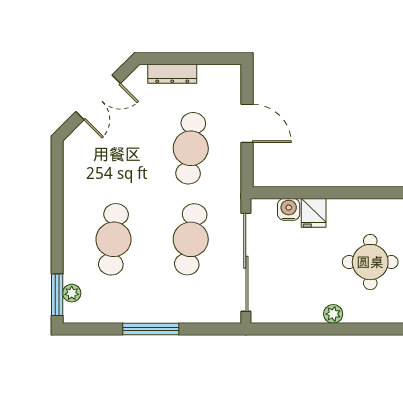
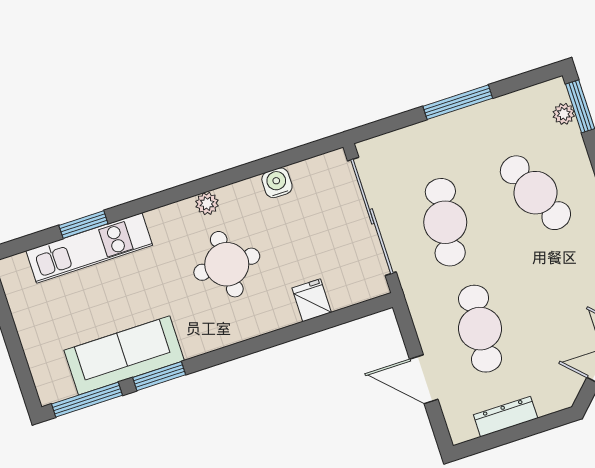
dresser: (172, 74) -> (506, 417), moved
water cooler: (289, 209) -> (277, 183), moved, turned 180
cafe table: (113, 239) -> (535, 193), turned -30
plant: (333, 314) -> (207, 204), moved

